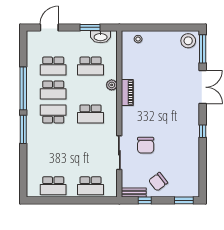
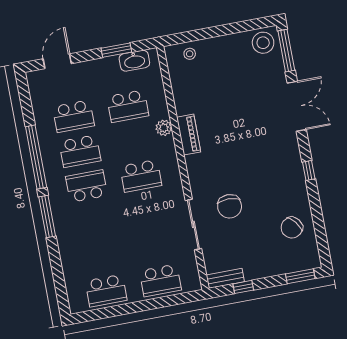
chair: (158, 182) -> (292, 228), moved

